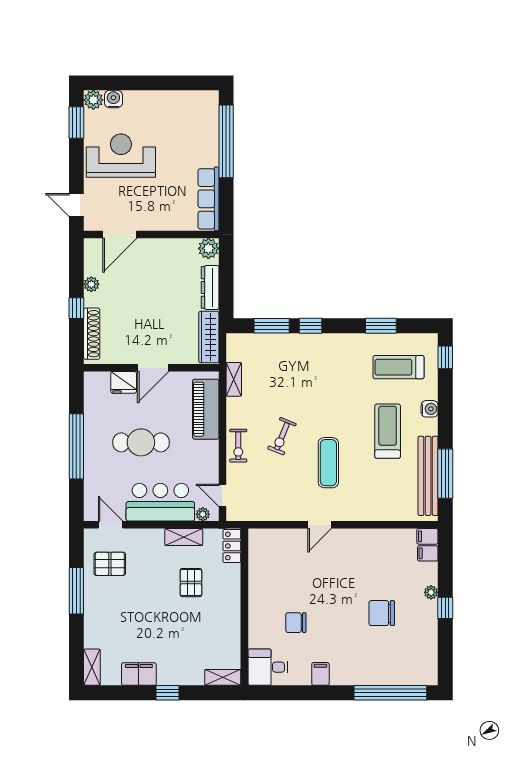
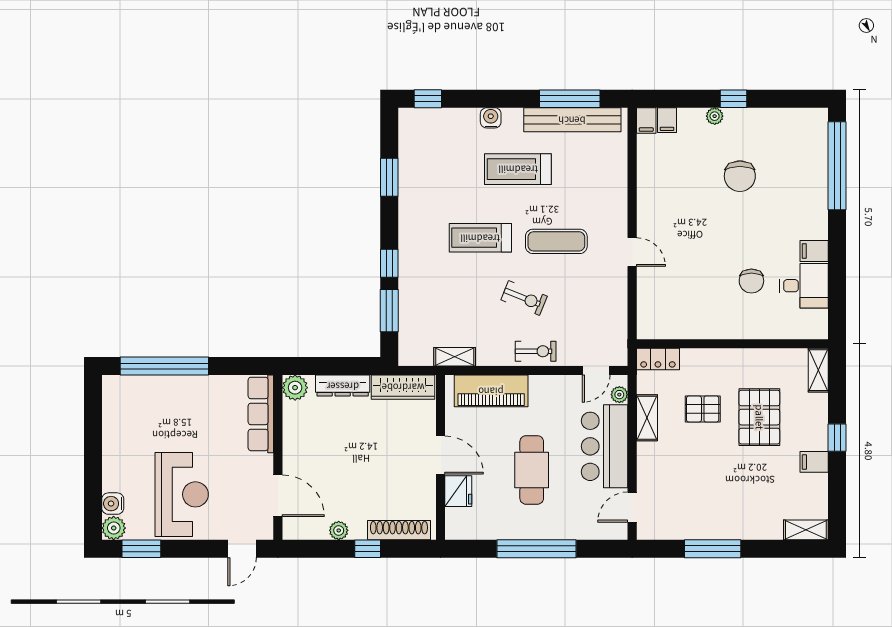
reception desk: (121, 156) -> (182, 494), turned 180
row of seats: (209, 199) -> (261, 414), moved, turned 90
treadmill: (399, 367) -> (480, 238), moved, turned 90
pallet: (110, 564) -> (759, 417), moved, width x1.50, depth x1.42
desk: (268, 667) -> (804, 286), moved, turned -90
filing cabinet: (139, 674) -> (814, 462), width x0.50

